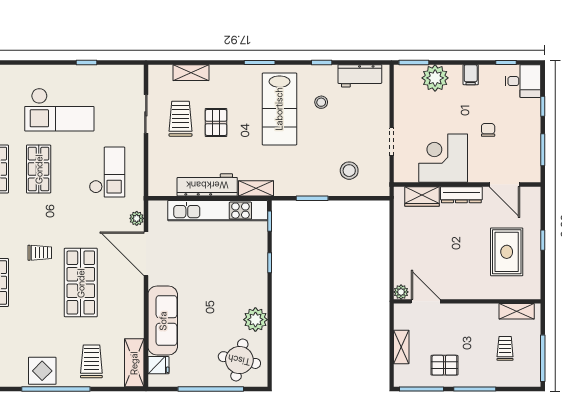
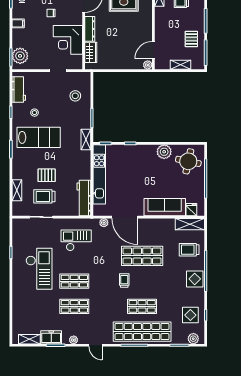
plant: (435, 78) -> (20, 56), moved
workbench: (207, 185) -> (84, 198), moved
shelving: (256, 188) -> (86, 139), moved
door: (146, 254) -> (125, 217), hinge flipped

